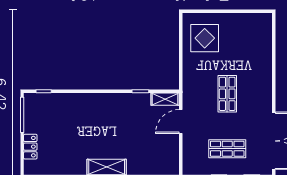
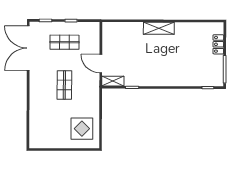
door: (181, 122) -> (101, 64), swing flipped

